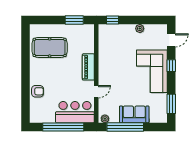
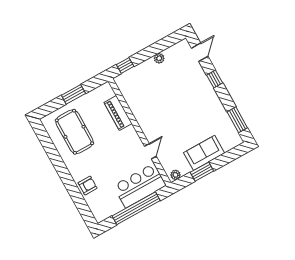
window: (74, 20) -> (73, 94), moved
pool table: (50, 47) -> (74, 132), turned 90
piano: (88, 67) -> (118, 113), moved
corner sofa: (152, 71) -> (197, 97), removed
window: (125, 127) -> (202, 172), width x0.47

